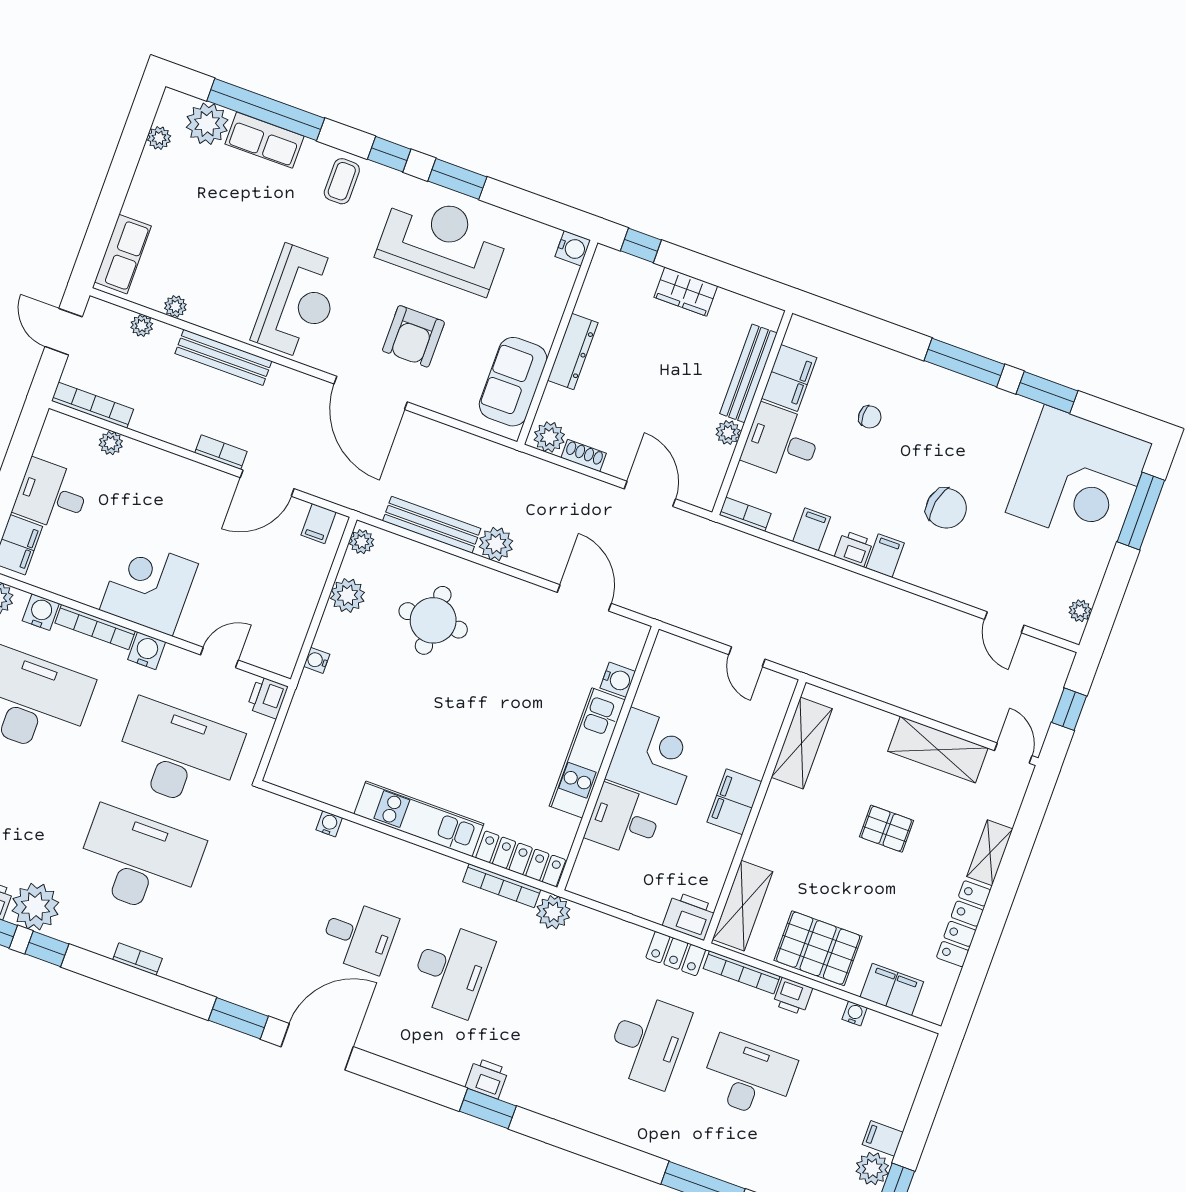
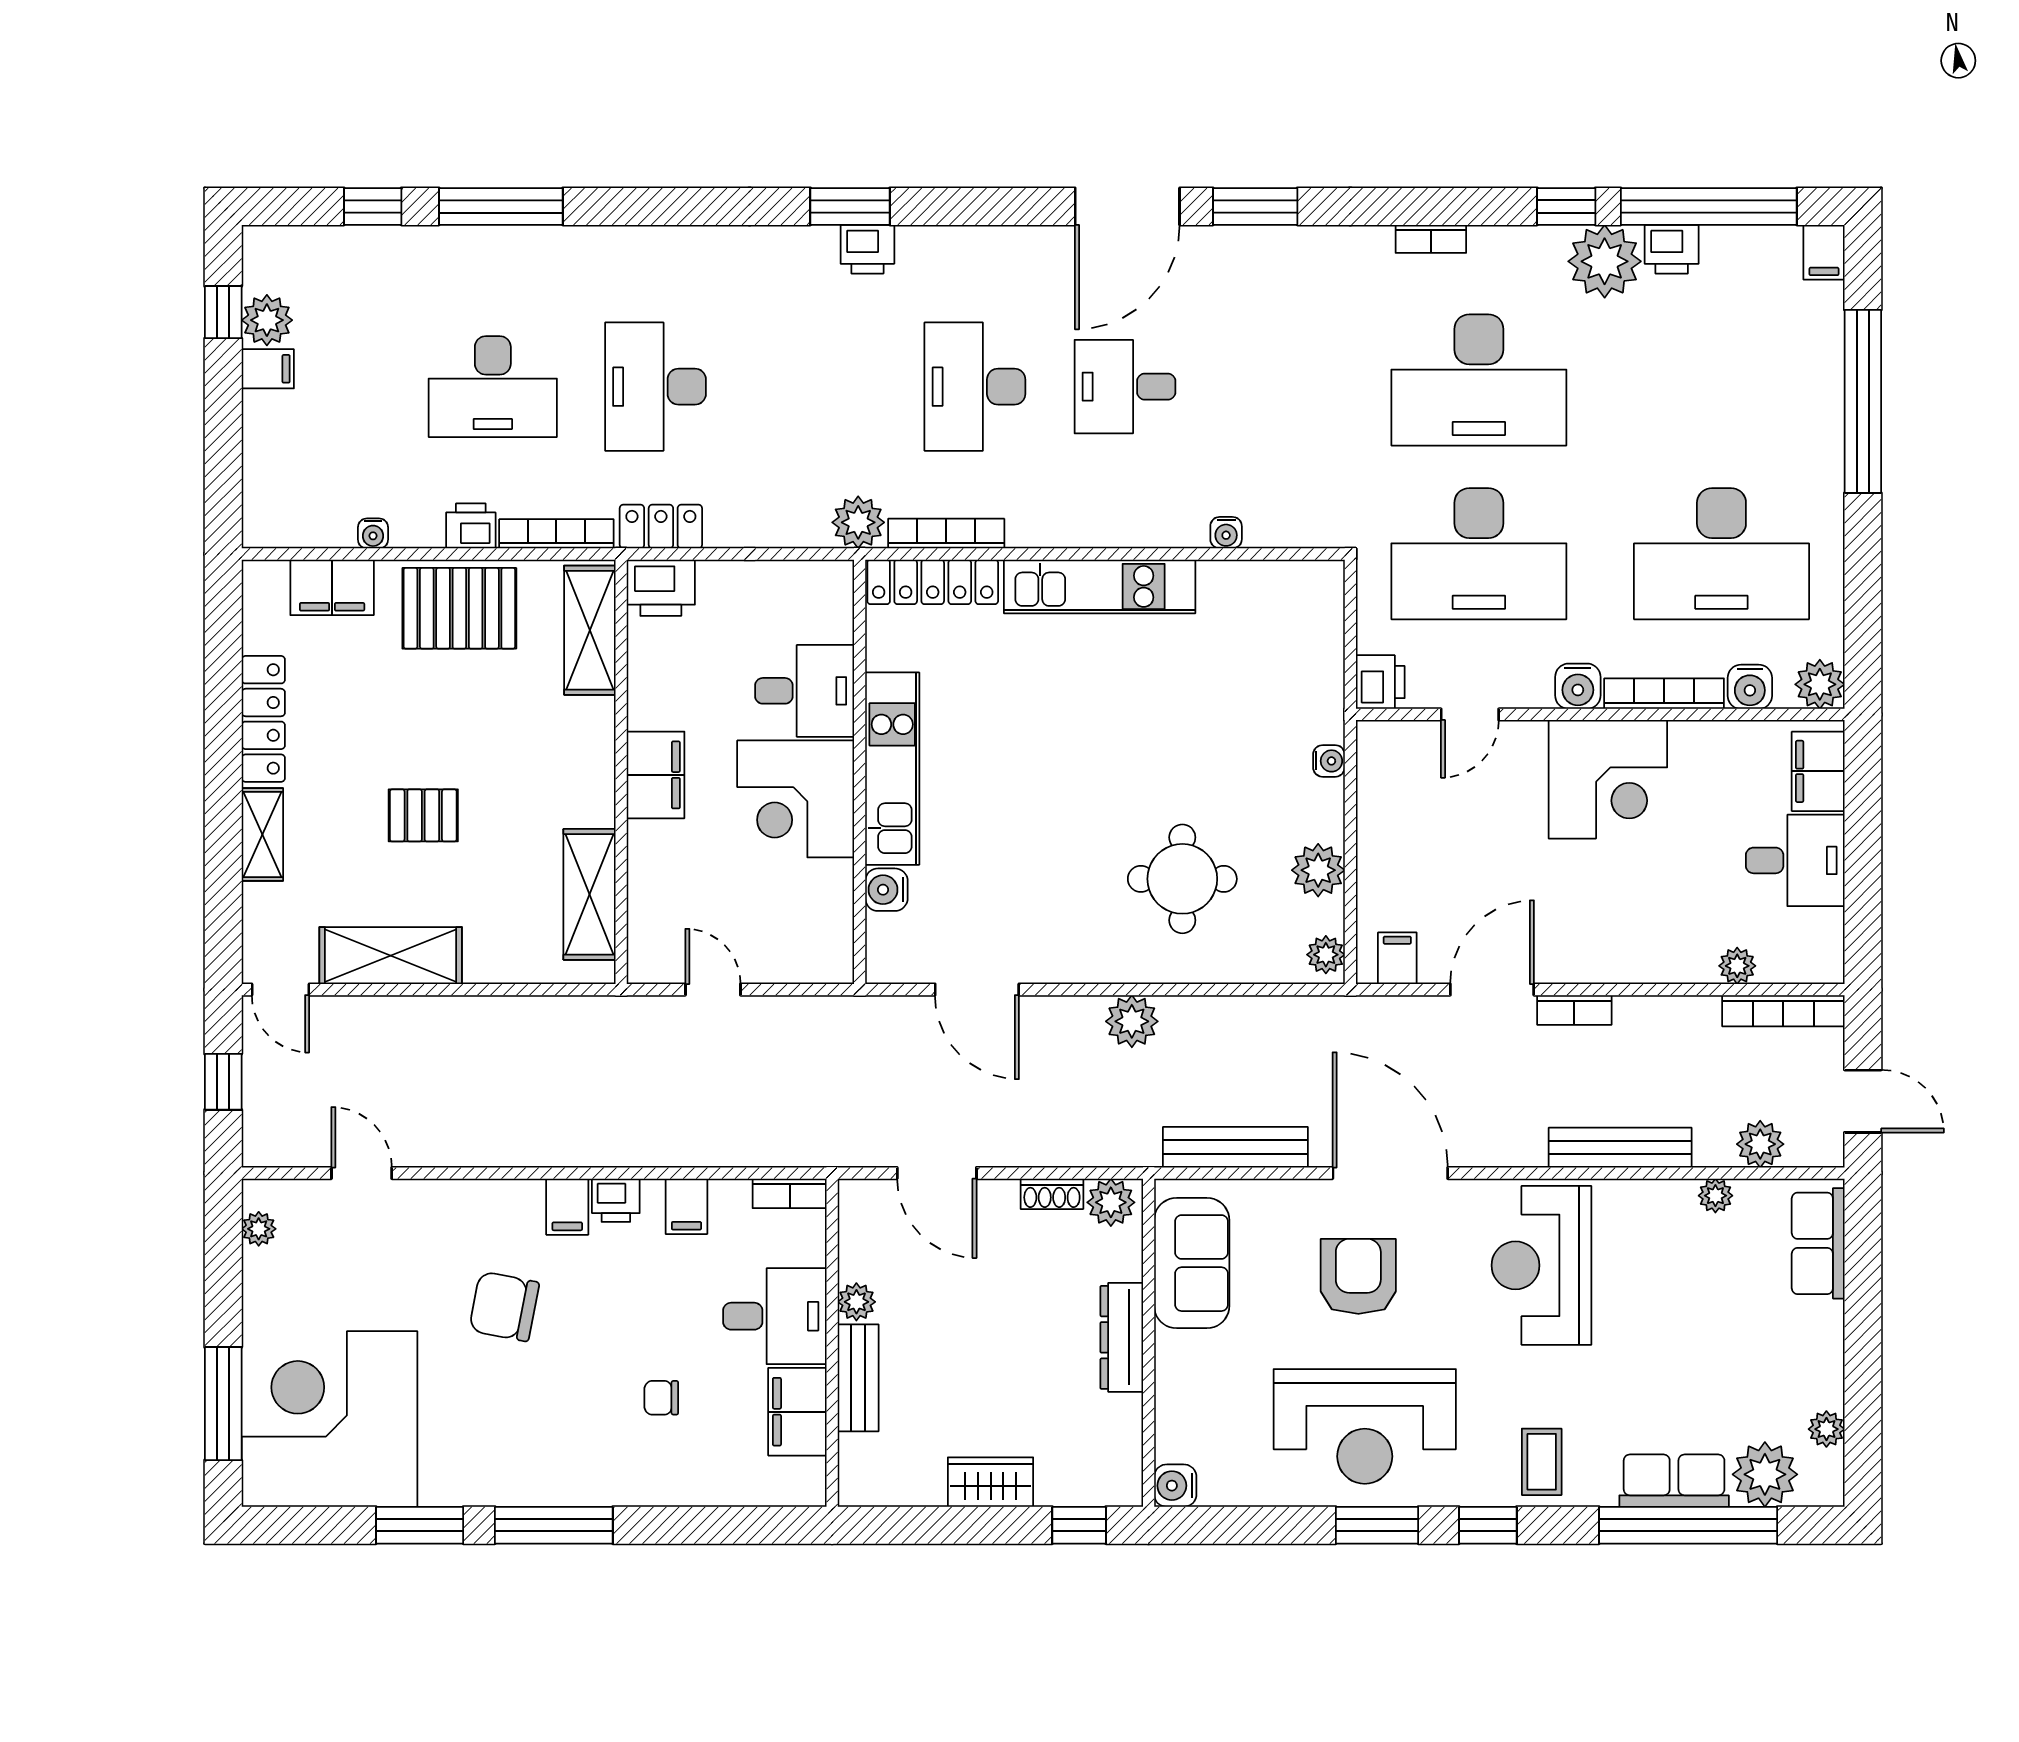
plant: (142, 326) -> (1760, 1144), width x1.38, depth x1.38
bench: (748, 373) -> (858, 1378), width x0.73
bench: (432, 525) -> (1235, 1147), moved

